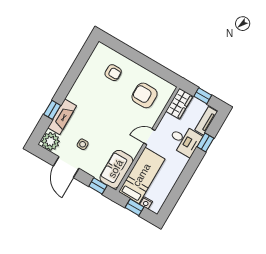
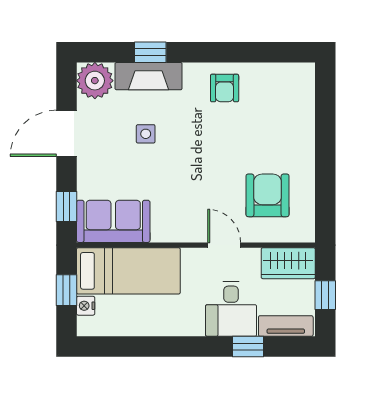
armchair: (113, 73) -> (225, 88), moved
door: (149, 137) -> (224, 245), moved
side table: (83, 144) -> (146, 134), moved

